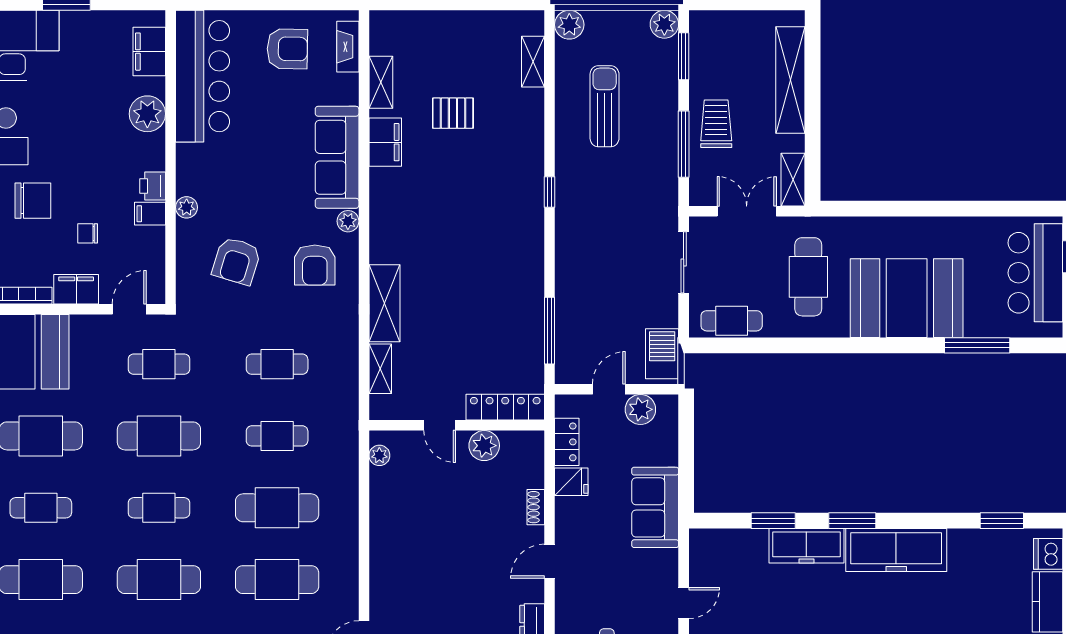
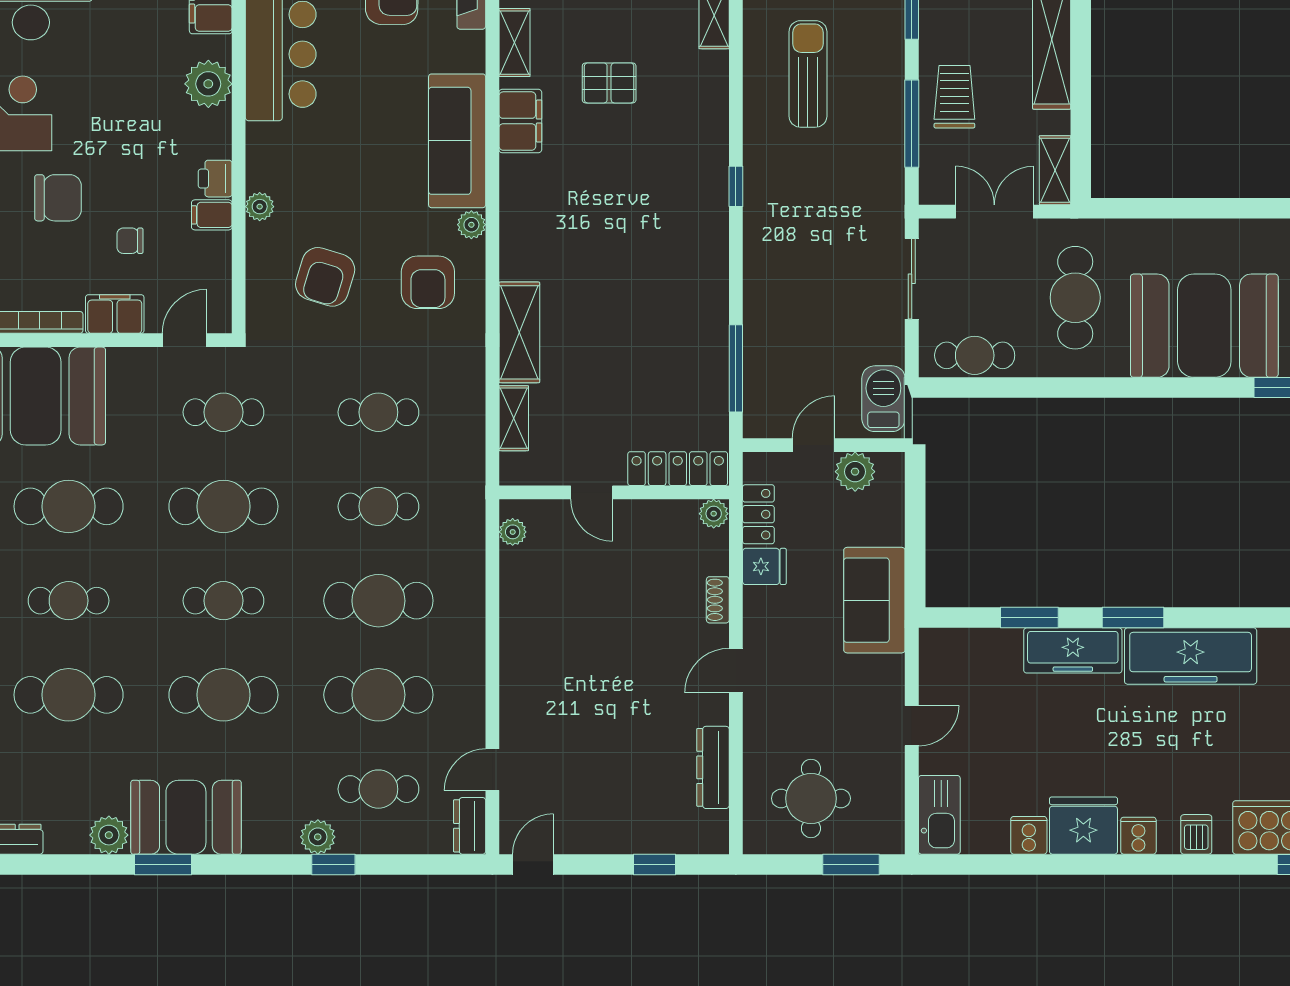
plant: (484, 446) -> (714, 514), moved, width x0.73, depth x0.73

